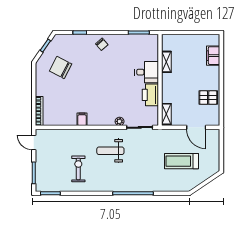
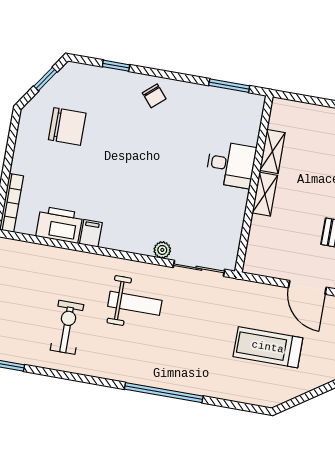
chair: (61, 68) -> (67, 126), turned 153
printer: (150, 95) -> (59, 225), moved, turned 90
shelving: (166, 114) -> (265, 194), moved
weight bench: (110, 151) -> (135, 303), turned 180

